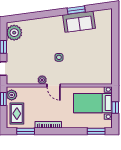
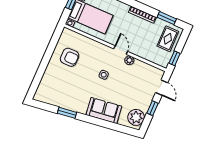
sofa: (79, 22) -> (104, 110), moved
armchair: (96, 60) -> (70, 57), added
plant: (12, 95) -> (165, 59), removed

